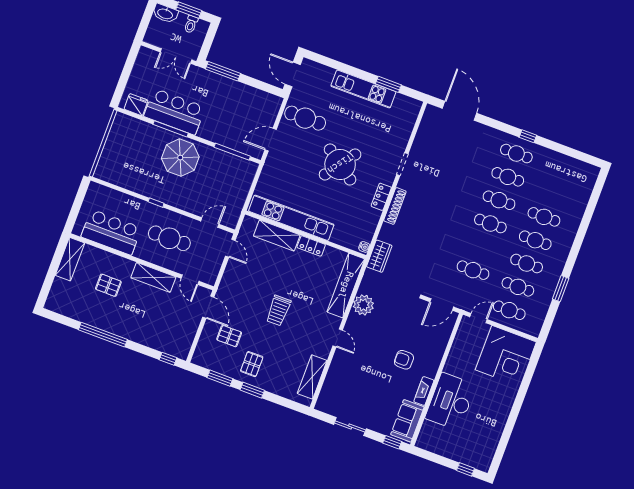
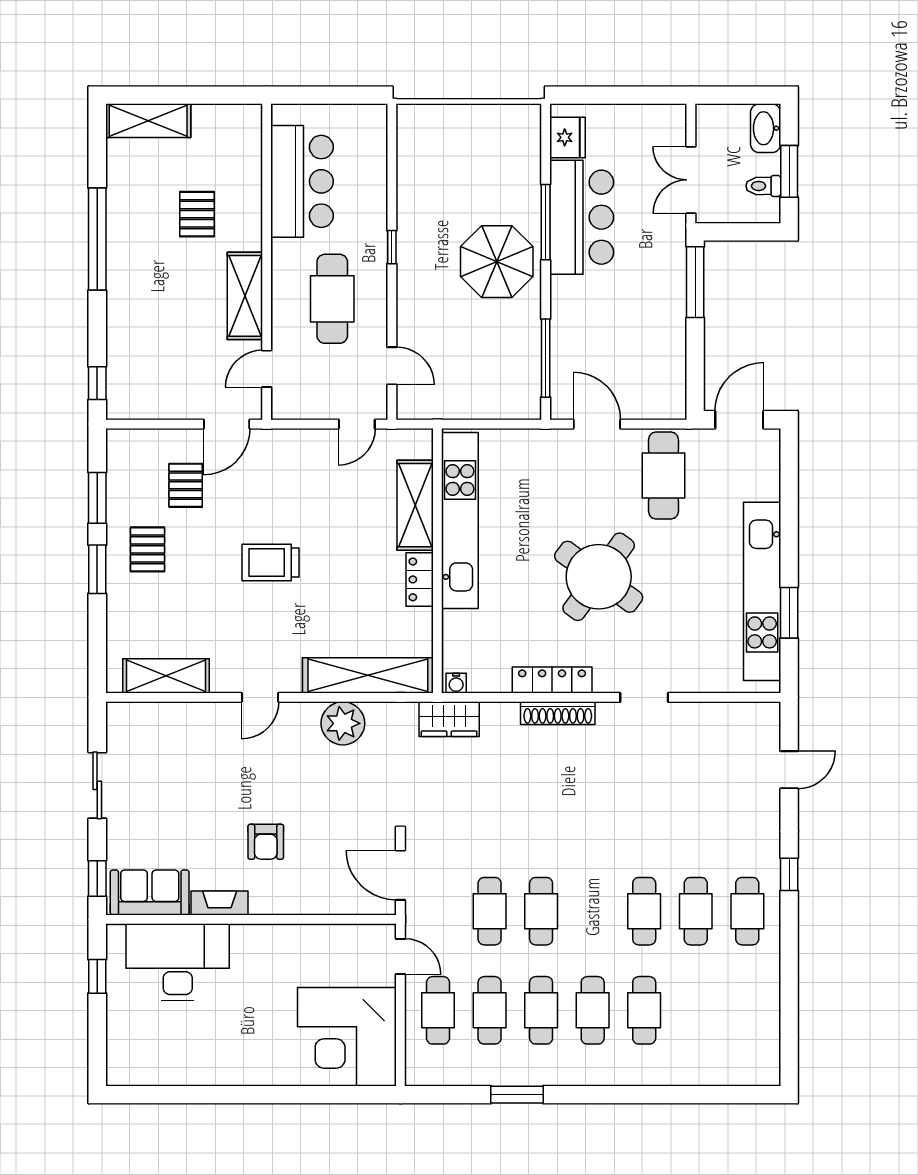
kitchen unit: (363, 89) -> (762, 591), width x1.36
door: (459, 111) -> (789, 770), width x0.53
window: (528, 136) -> (789, 874), moved
locker: (381, 197) -> (552, 680), width x1.53
cafe table: (490, 223) -> (541, 911), moved
shelving: (70, 259) -> (148, 121), moved
armchair: (404, 360) -> (266, 842), turned 180
pallet: (252, 364) -> (148, 549), turned 90
desk: (451, 401) -> (178, 962), moved
window: (465, 469) -> (97, 976), moved

